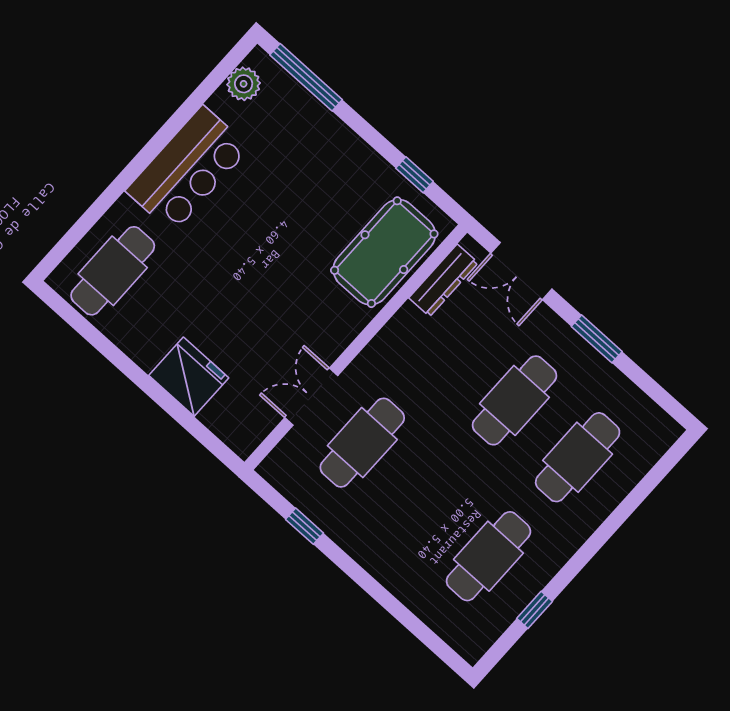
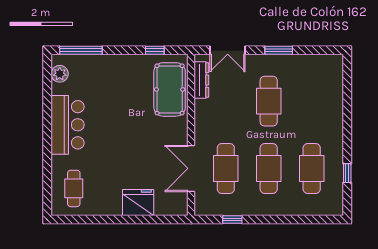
cafe table: (113, 271) -> (74, 188), width x0.73, depth x0.74
double door: (311, 397) -> (191, 168), width x1.37
cafe table: (578, 457) -> (269, 168), moved

